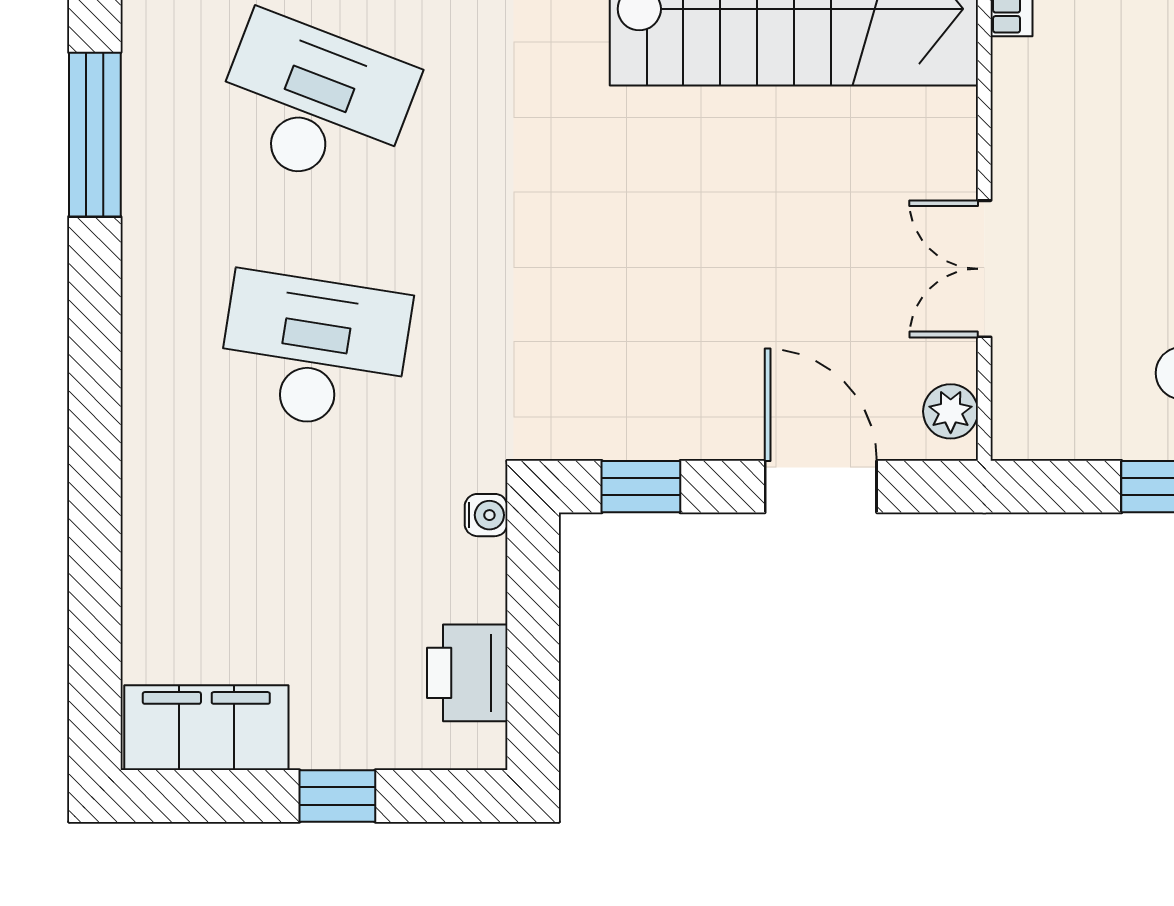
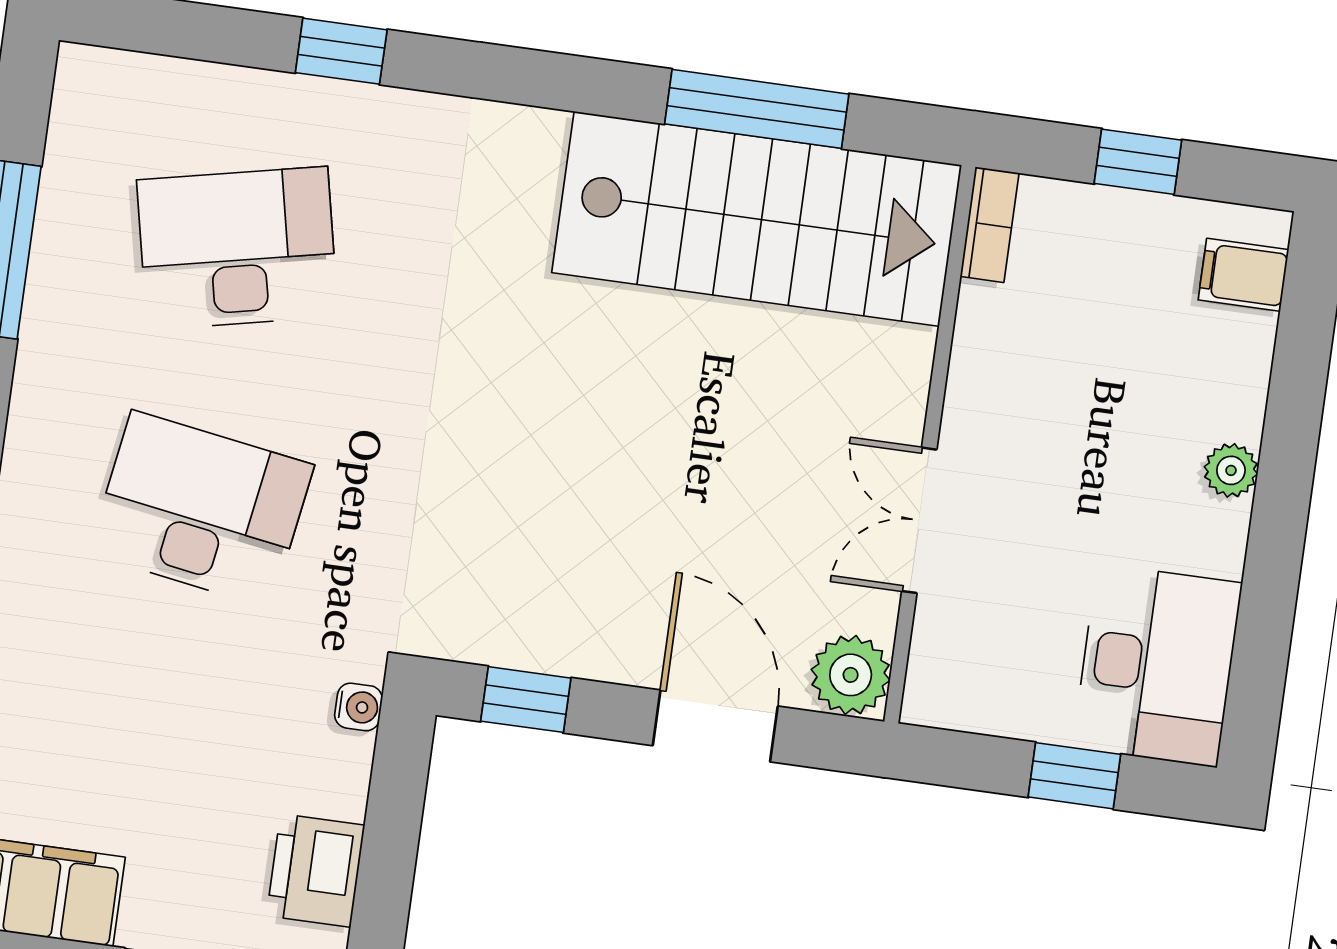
desk: (314, 103) -> (237, 248), turned -33
plant: (951, 411) -> (851, 675), width x1.38, depth x1.38

